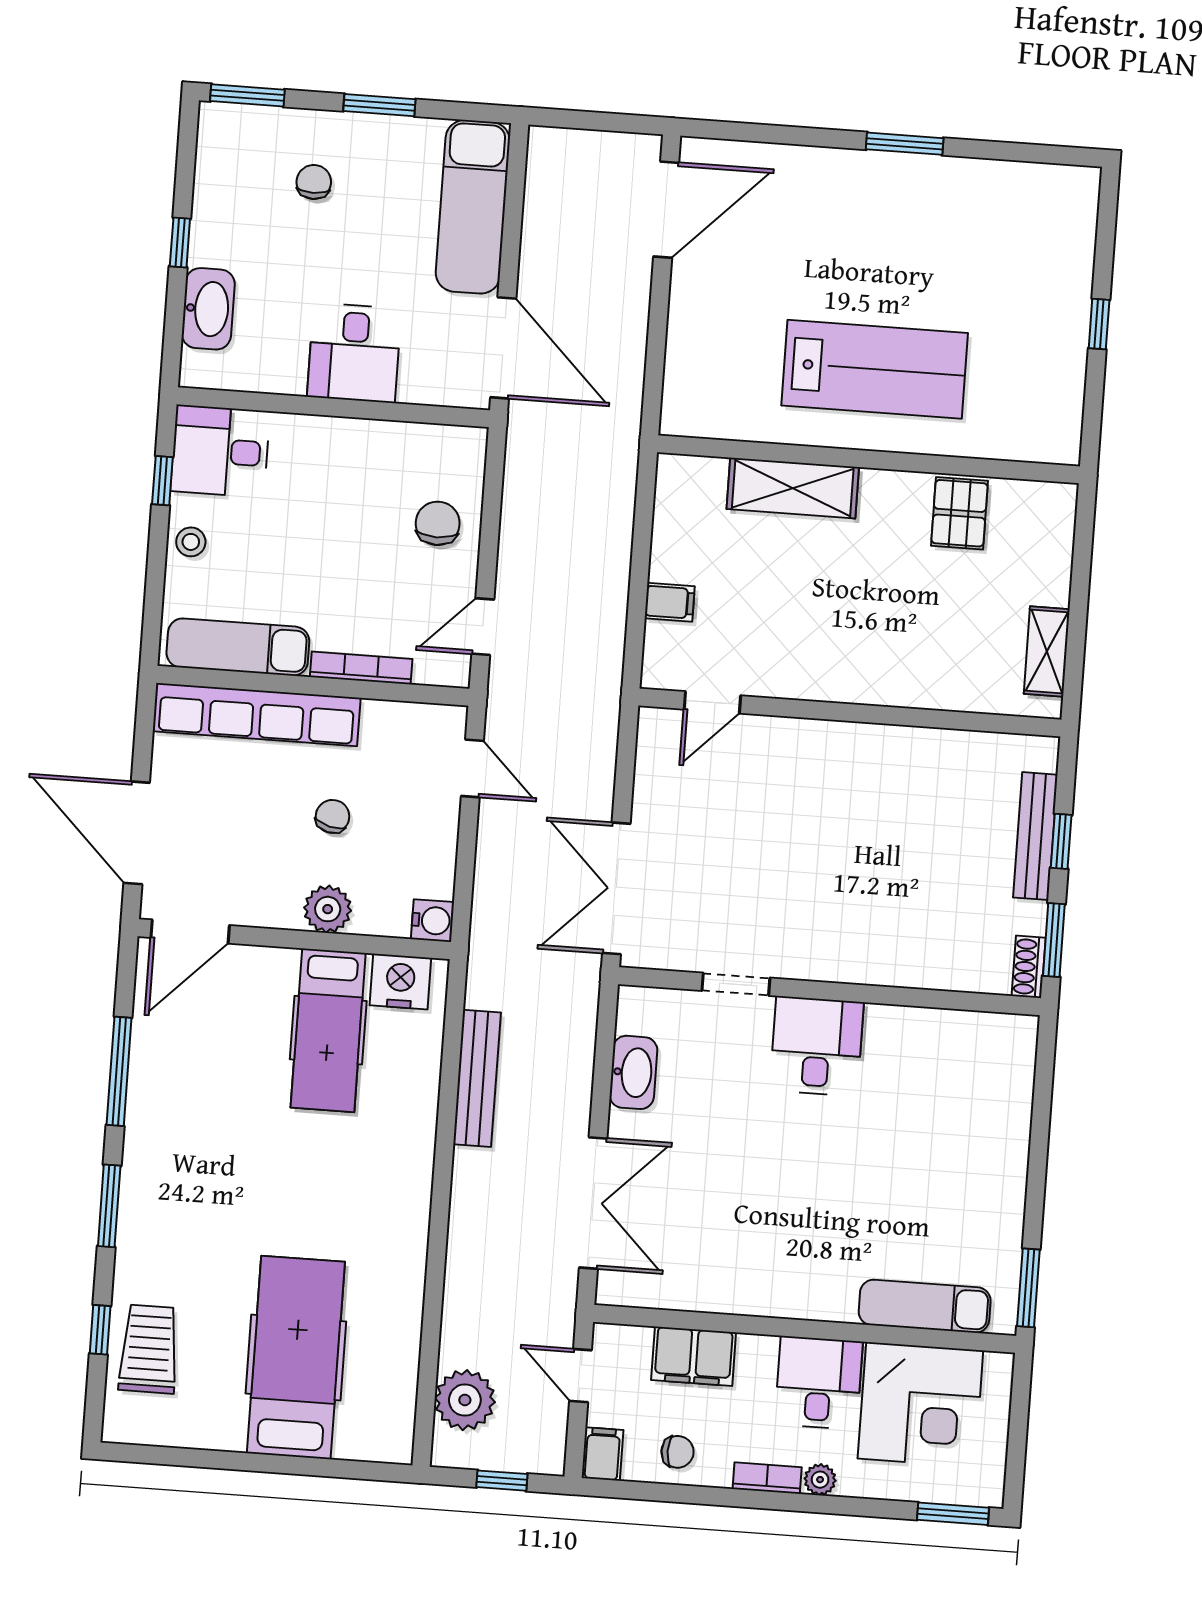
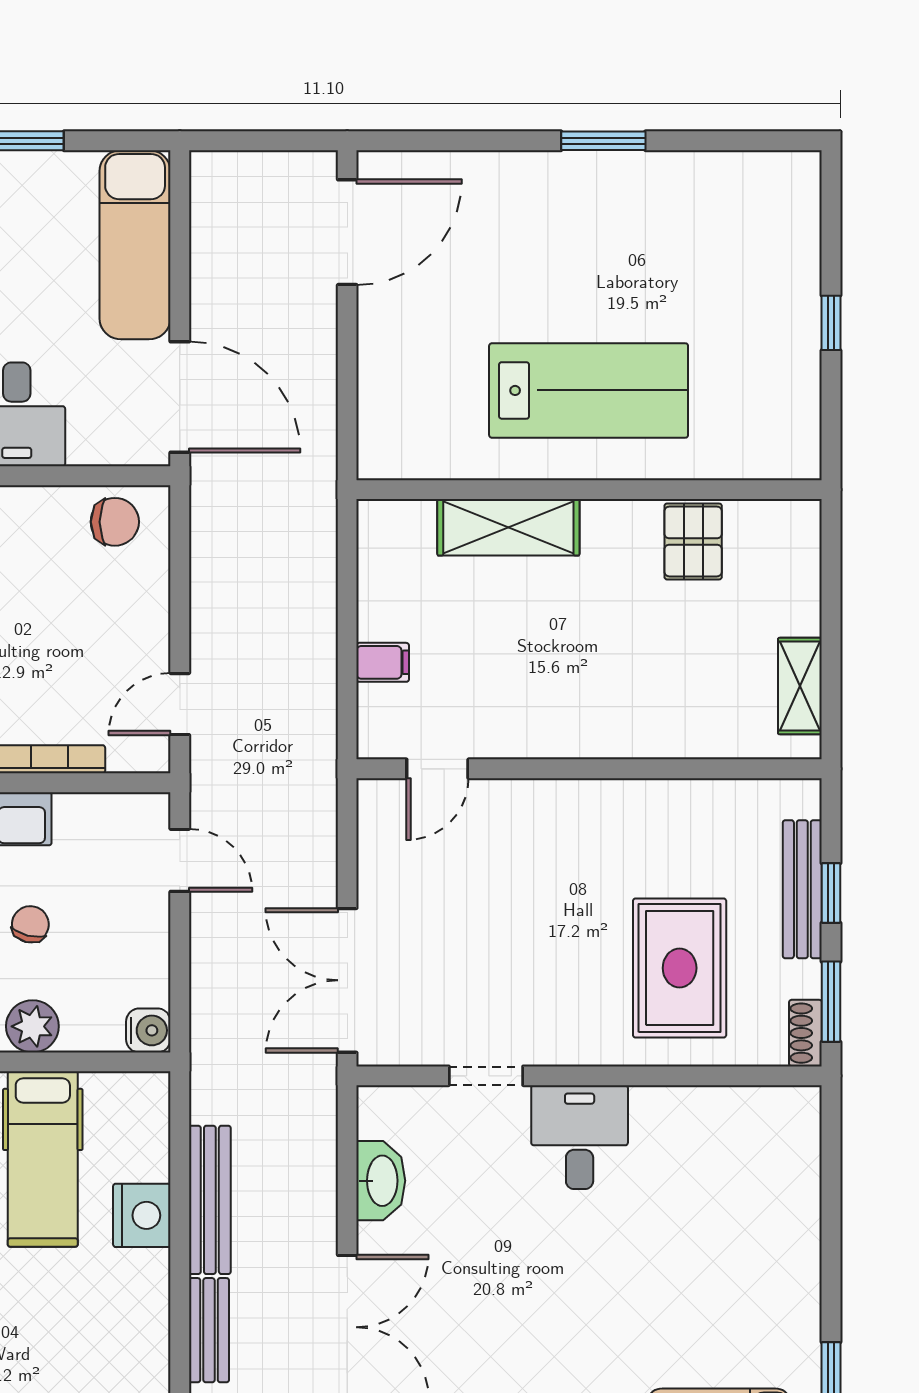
chair: (438, 523) -> (115, 522), moved, turned 90
rug: (919, 899) -> (680, 968), added
nightstand: (400, 981) -> (142, 1215), moved, turned 90
bench: (468, 1197) -> (209, 1330), added

